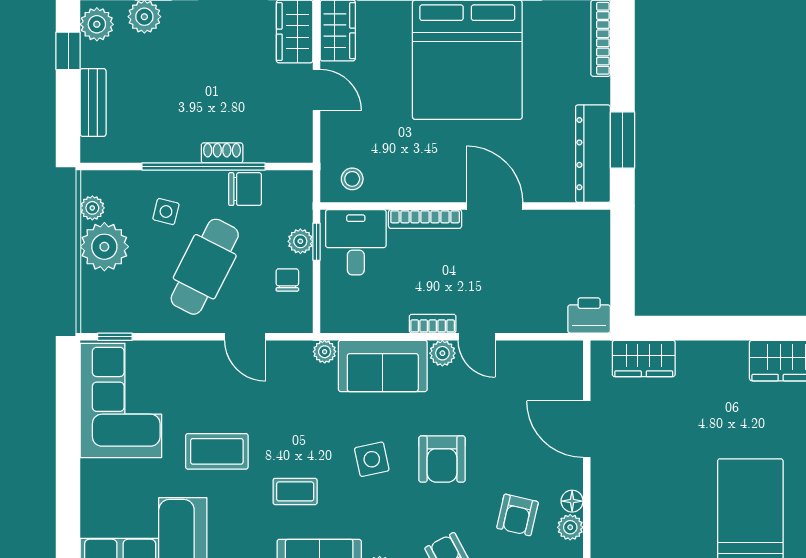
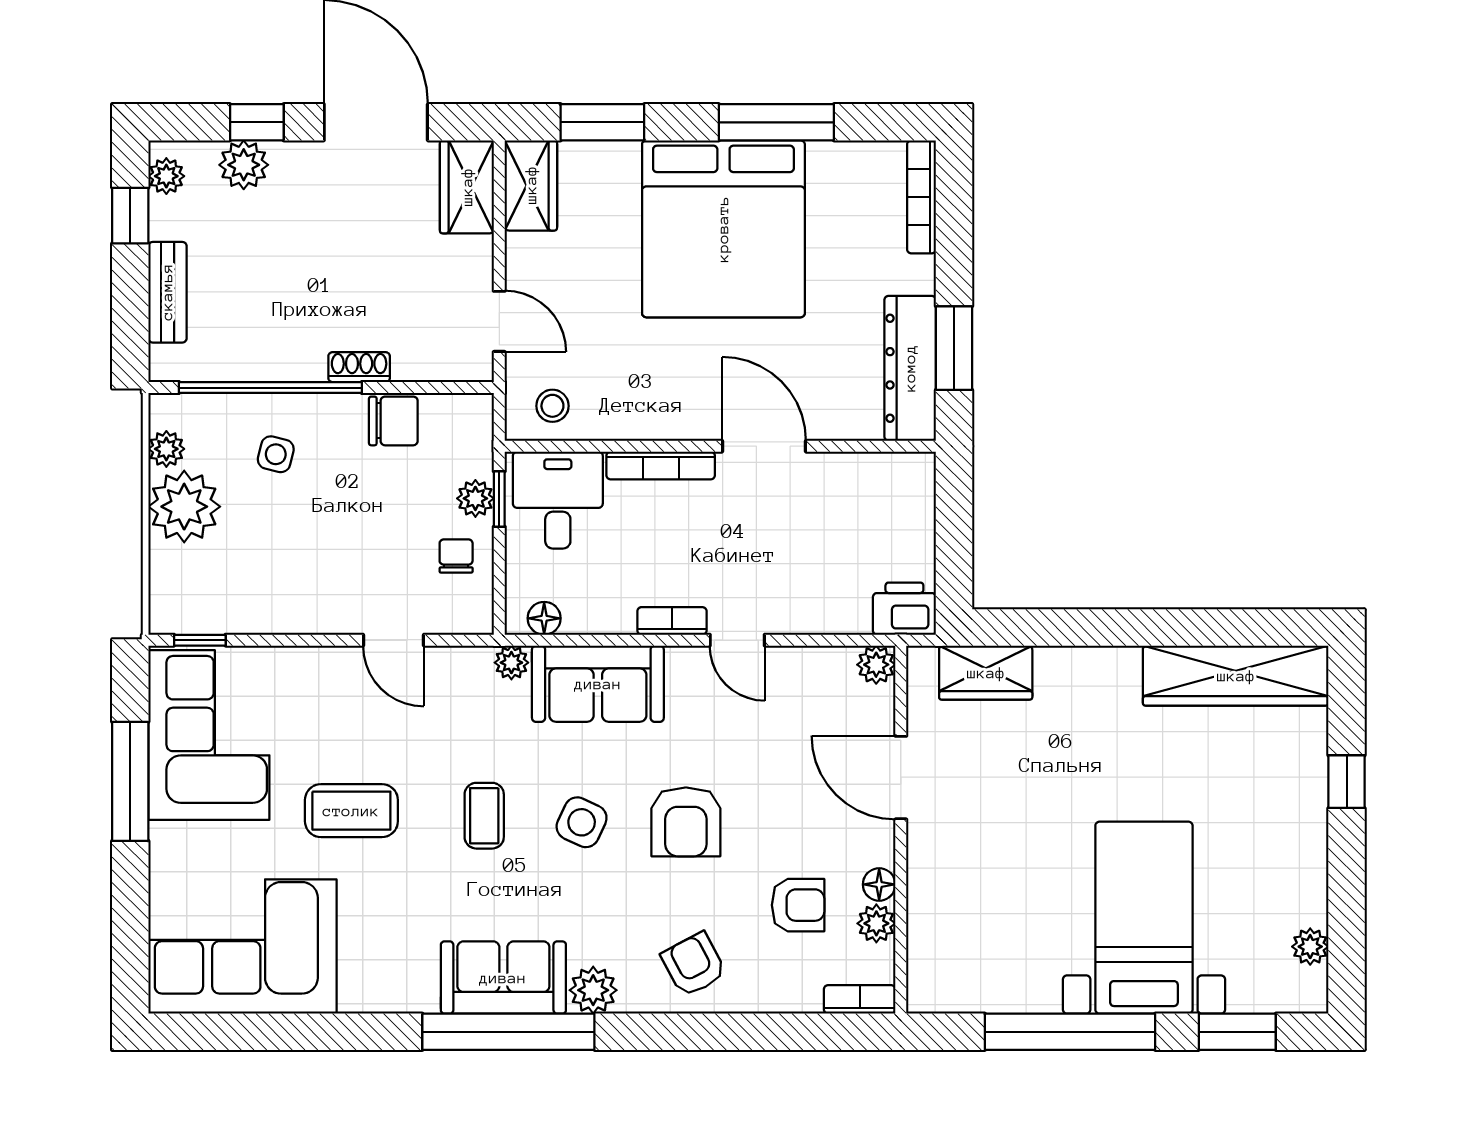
plant: (97, 24) -> (166, 176), width x0.73, depth x0.73
door: (316, 90) -> (499, 321), moved
window: (203, 167) -> (270, 388), moved
cafe table: (205, 267) -> (333, 536), removed
floor lamp: (347, 322) -> (544, 618), added
plant: (442, 353) -> (876, 665), moved
window: (68, 432) -> (130, 781), added
side table: (372, 459) -> (582, 822), turned 37
coffee table: (295, 491) -> (484, 816), moved, turned 90
armchair: (517, 515) -> (798, 905), turned -103

